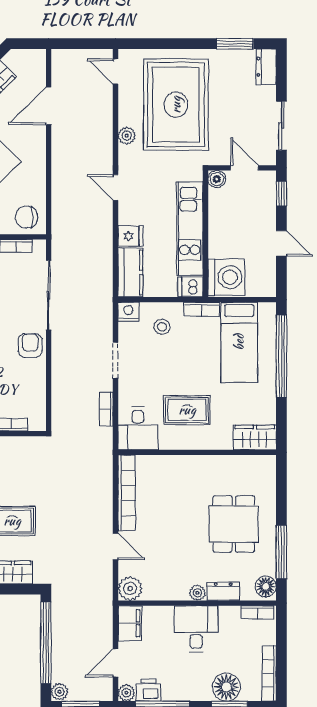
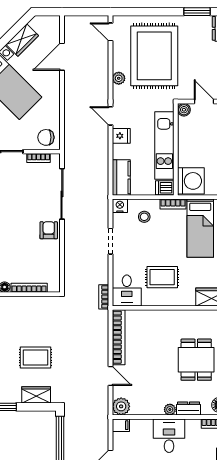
fridge: (130, 236) -> (121, 136), moved
bookcase: (106, 409) -> (104, 297), moved
filing cabinet: (130, 623) -> (121, 425), width x0.50

